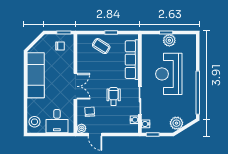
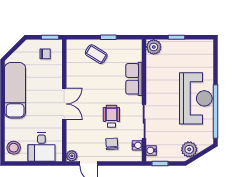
plant: (169, 40) -> (154, 47), moved
row of seats: (132, 60) -> (134, 79), width x0.68
reception desk: (169, 74) -> (196, 98), moved, turned 180
chair: (90, 112) -> (112, 144), moved

